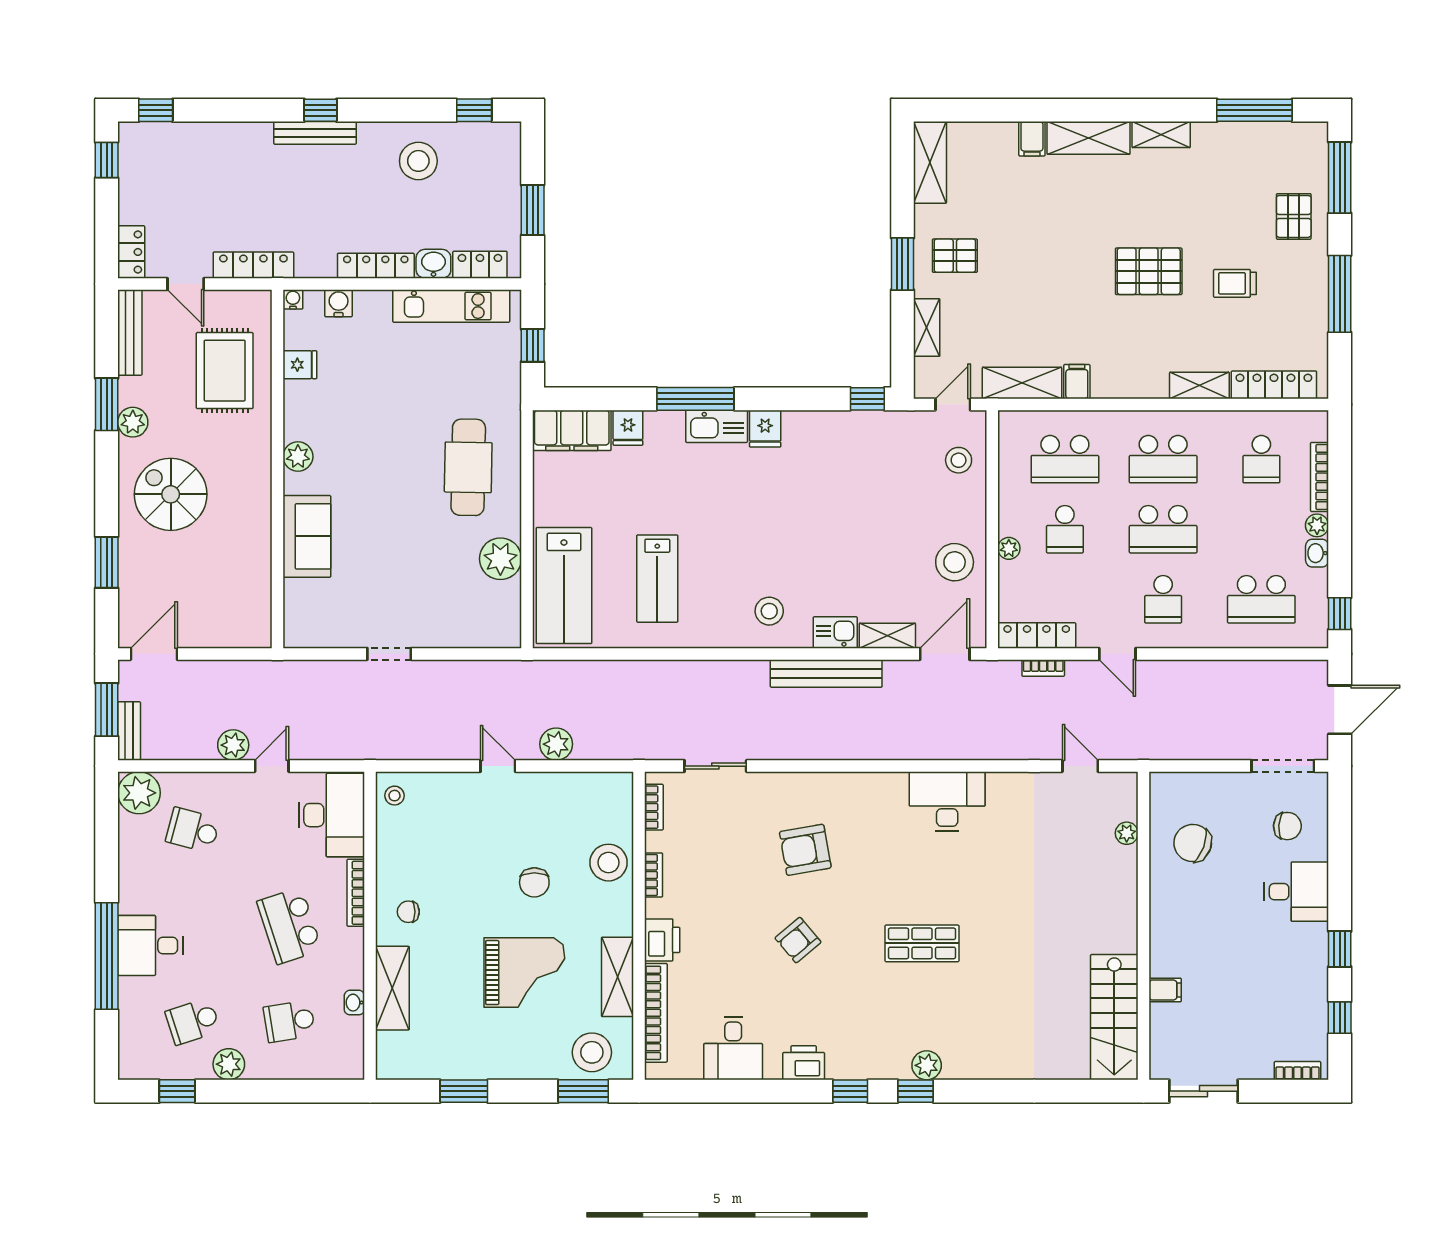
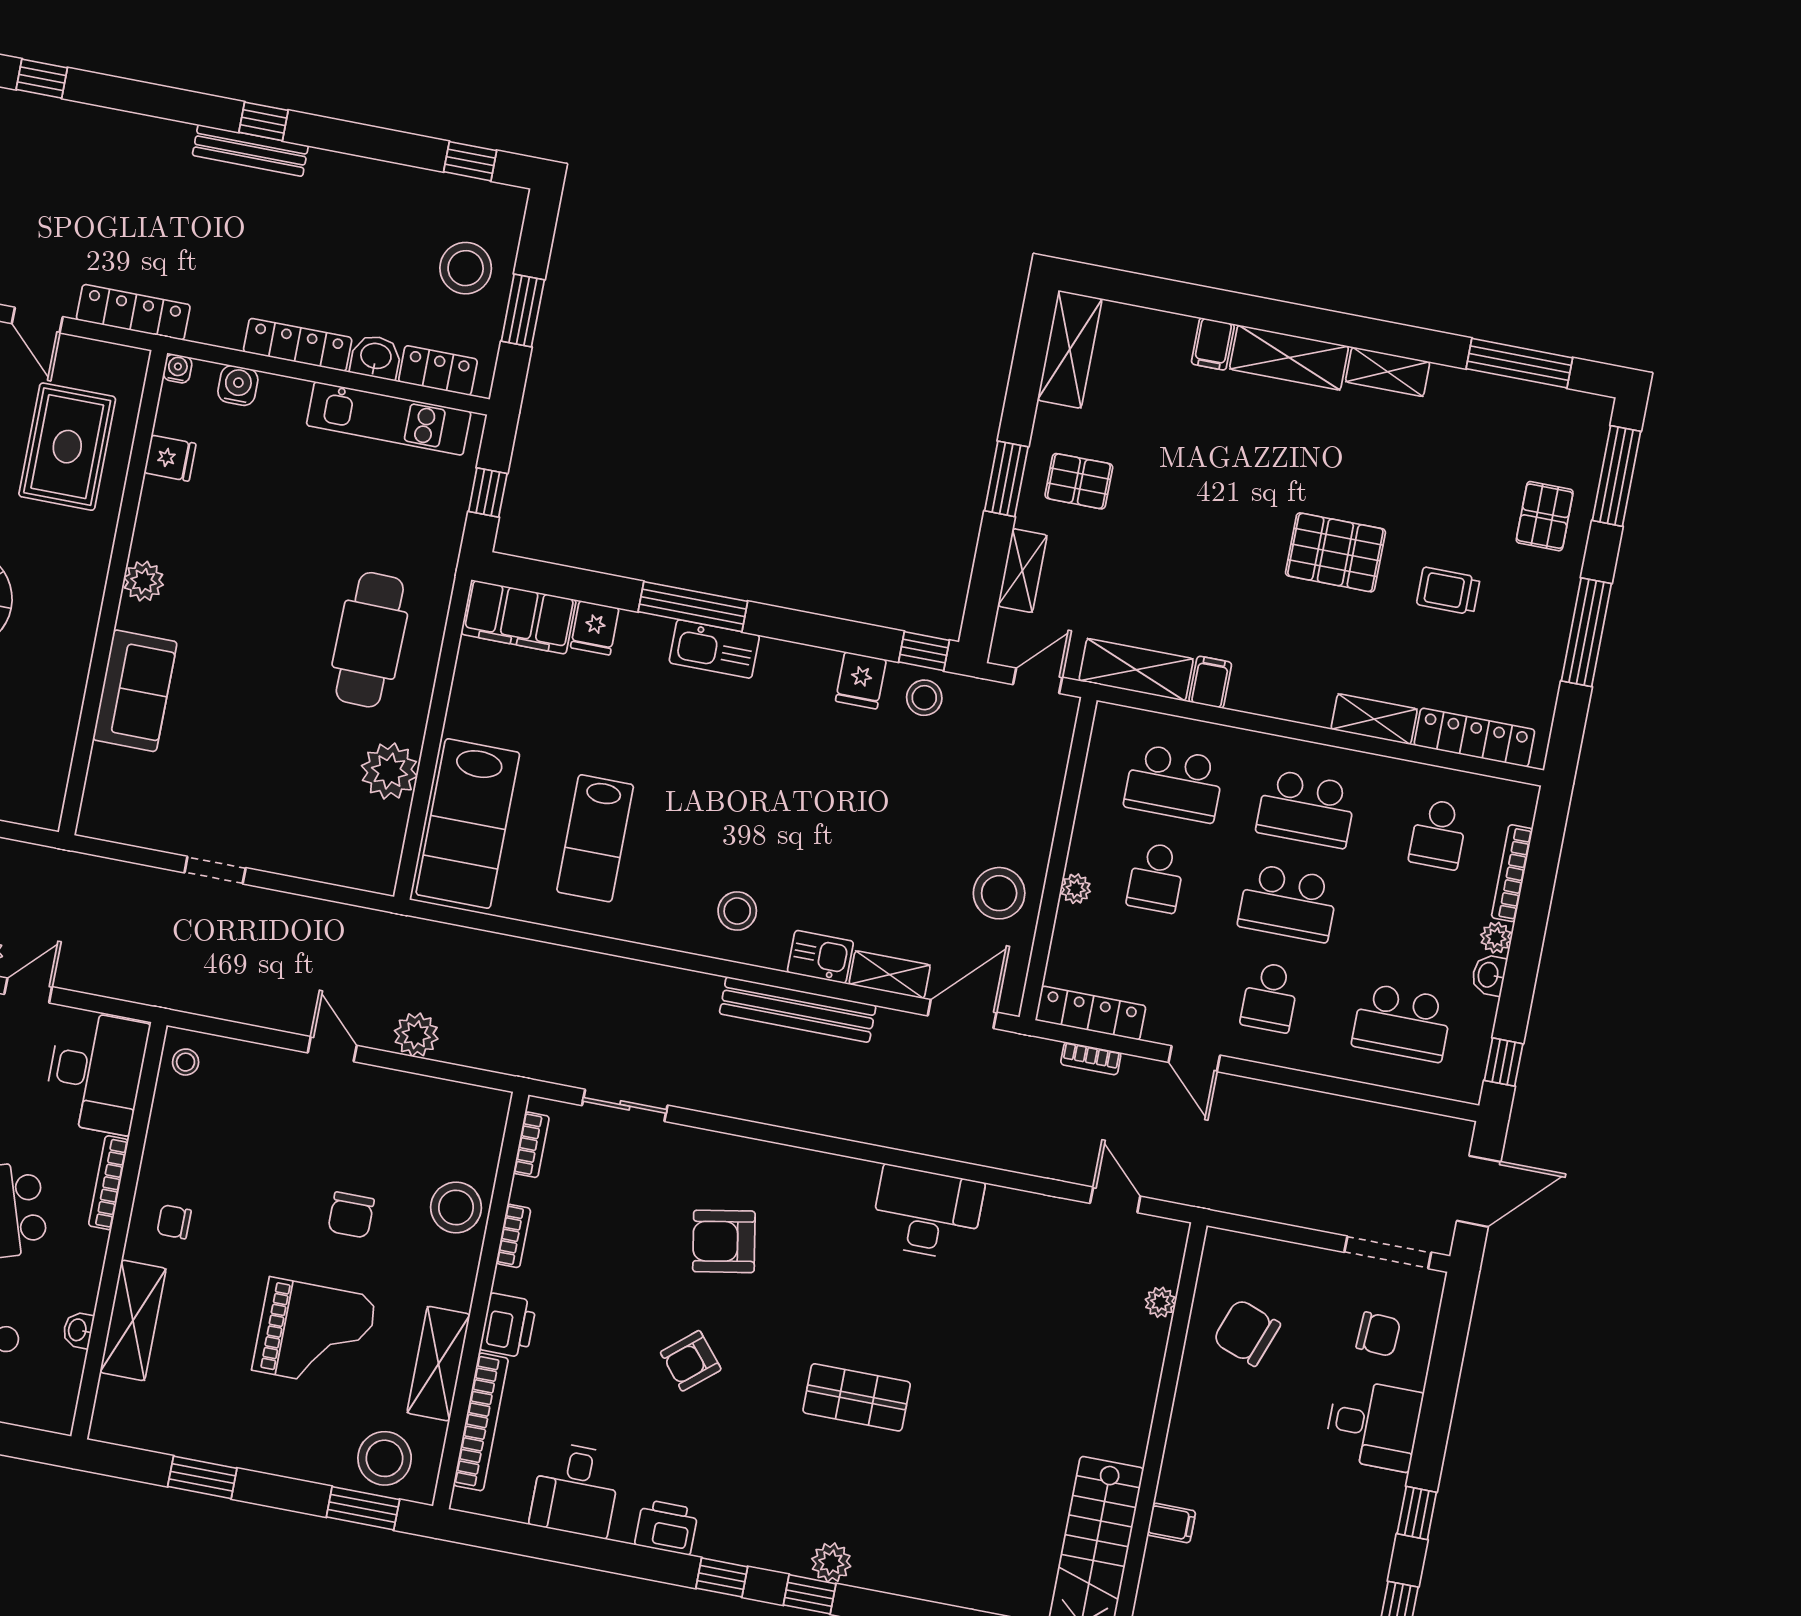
stool: (418, 161) -> (466, 268), moved
fridge: (765, 429) -> (861, 680), moved
stool: (959, 460) -> (924, 698), moved

